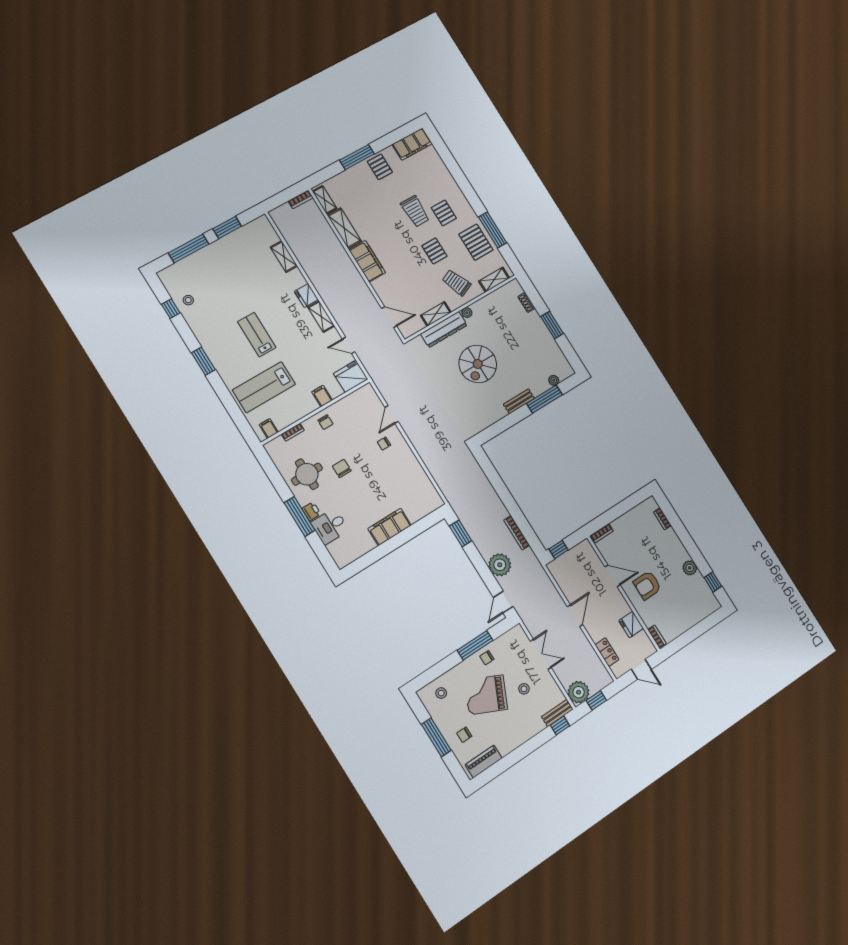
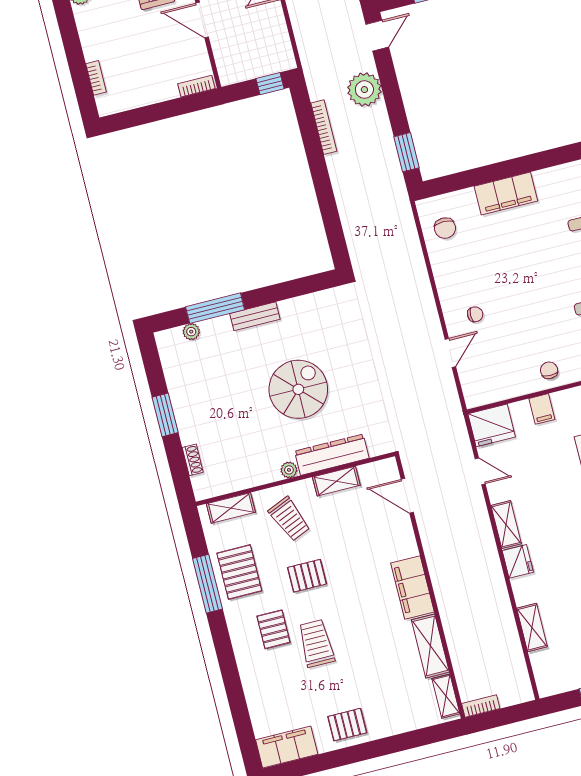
window: (357, 157) -> (377, 748), removed
pallet: (380, 167) -> (347, 725), turned 90
pallet: (434, 251) -> (307, 576), turned 90
chair: (342, 468) -> (445, 228), moved

